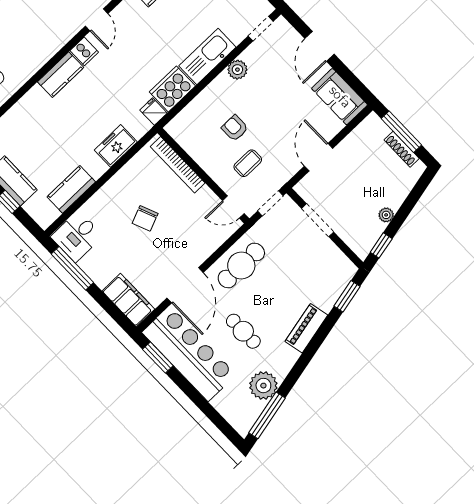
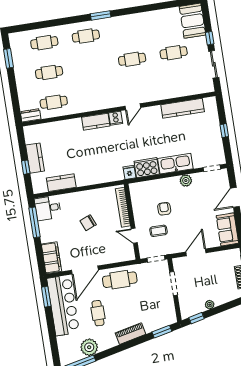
freezer: (116, 146) -> (99, 176), removed
door: (233, 207) -> (134, 236), moved

